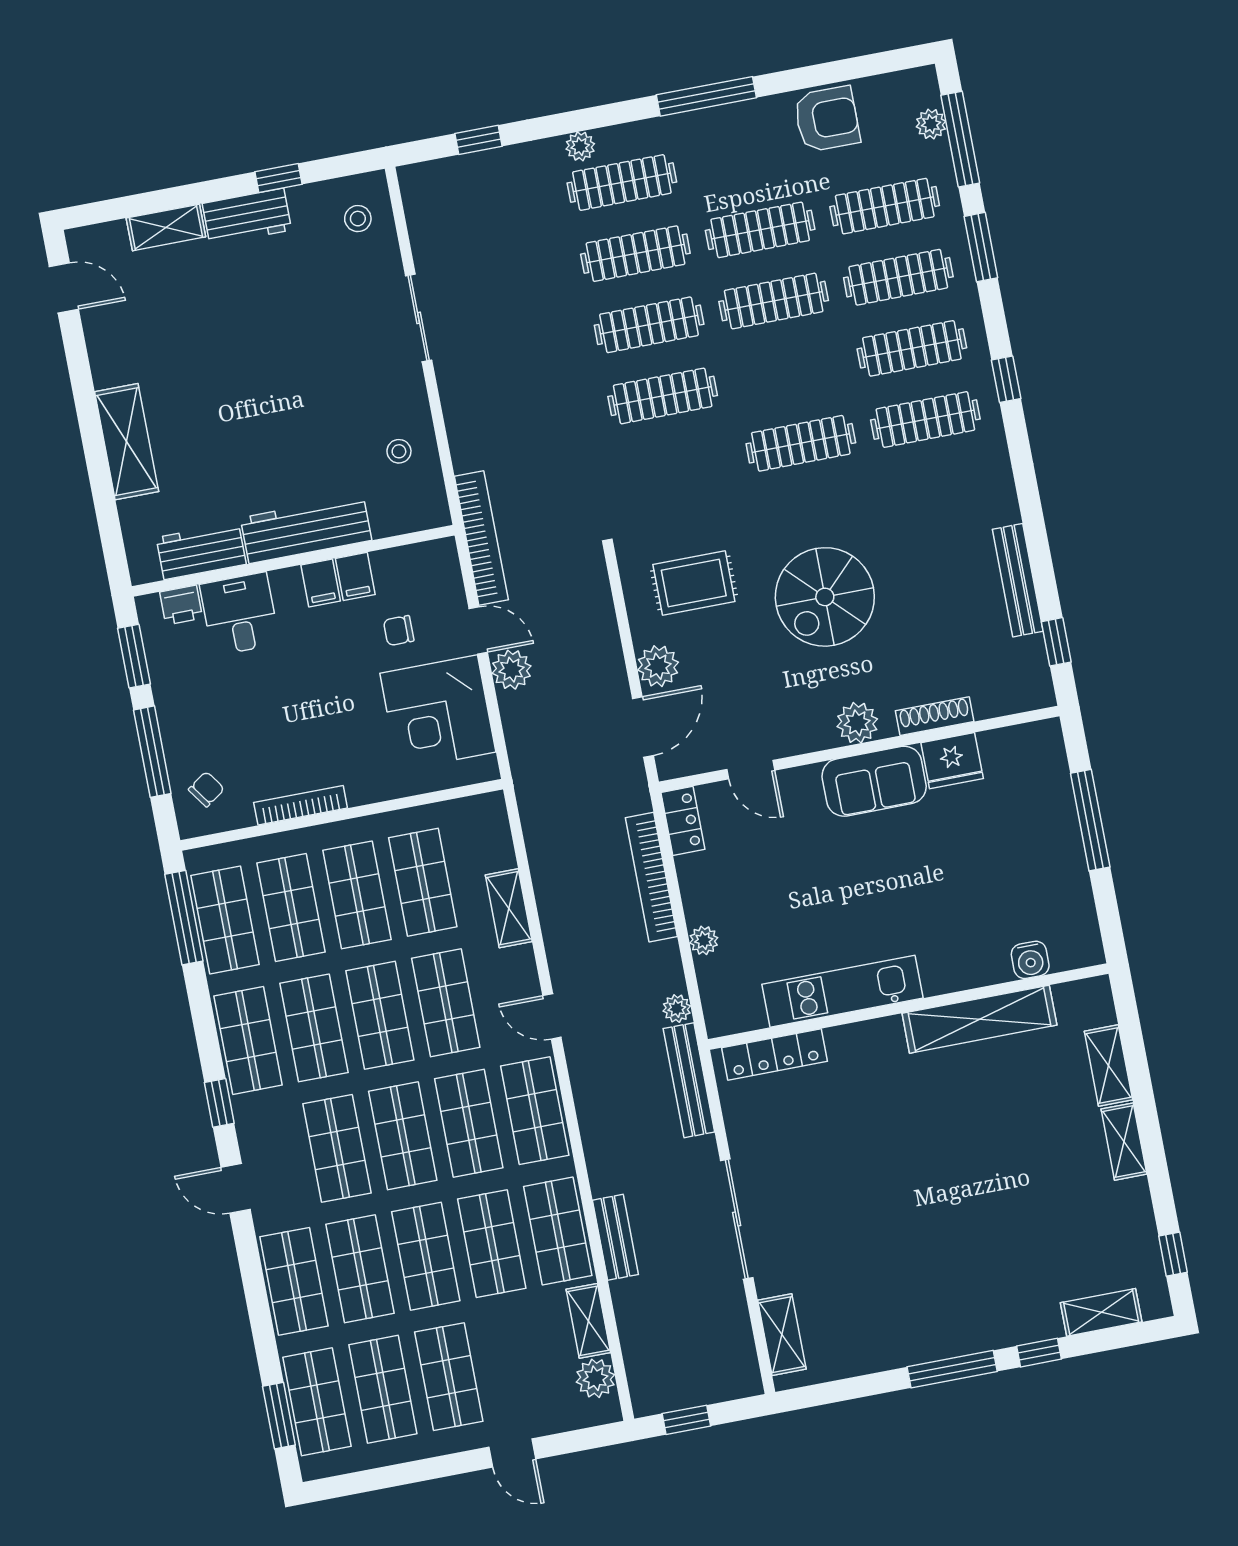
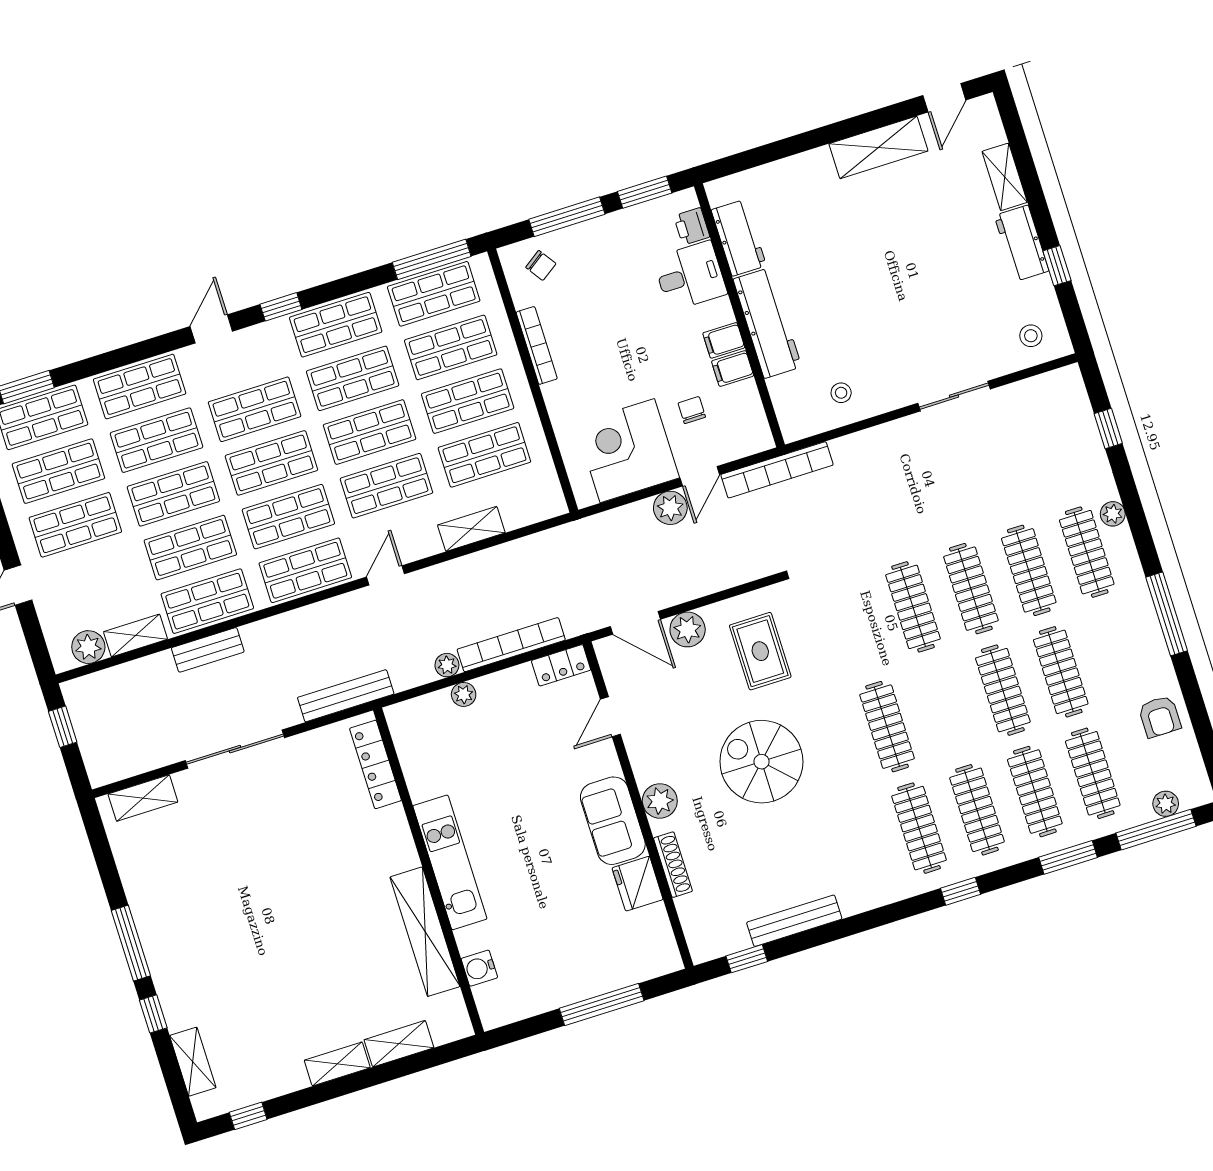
armchair: (827, 119) -> (1160, 717), width x0.72, depth x0.72
shelving: (127, 442) -> (878, 147), moved
kitchen unit: (843, 991) -> (450, 862), moved
plant: (677, 1009) -> (447, 665), moved

